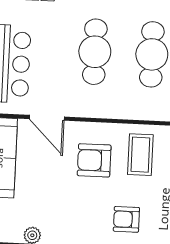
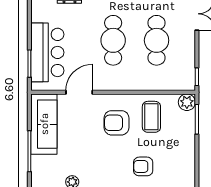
door: (47, 118) -> (79, 92), swing flipped

